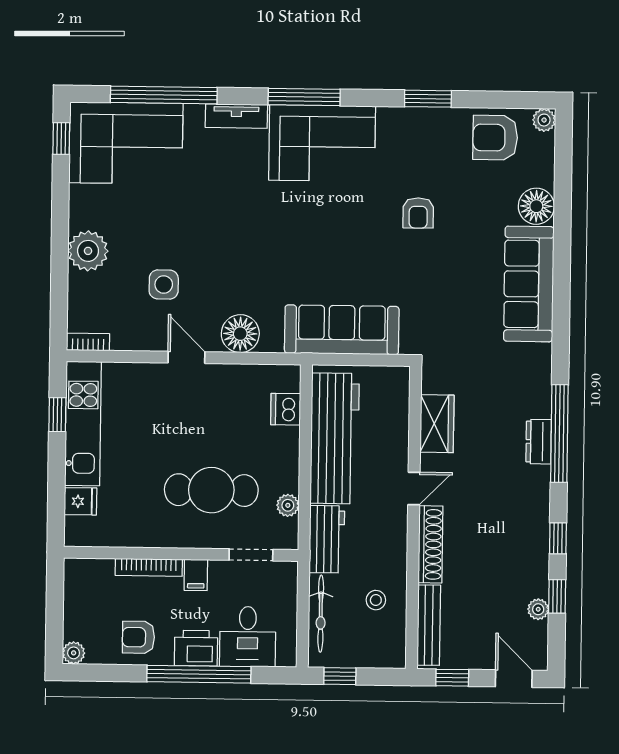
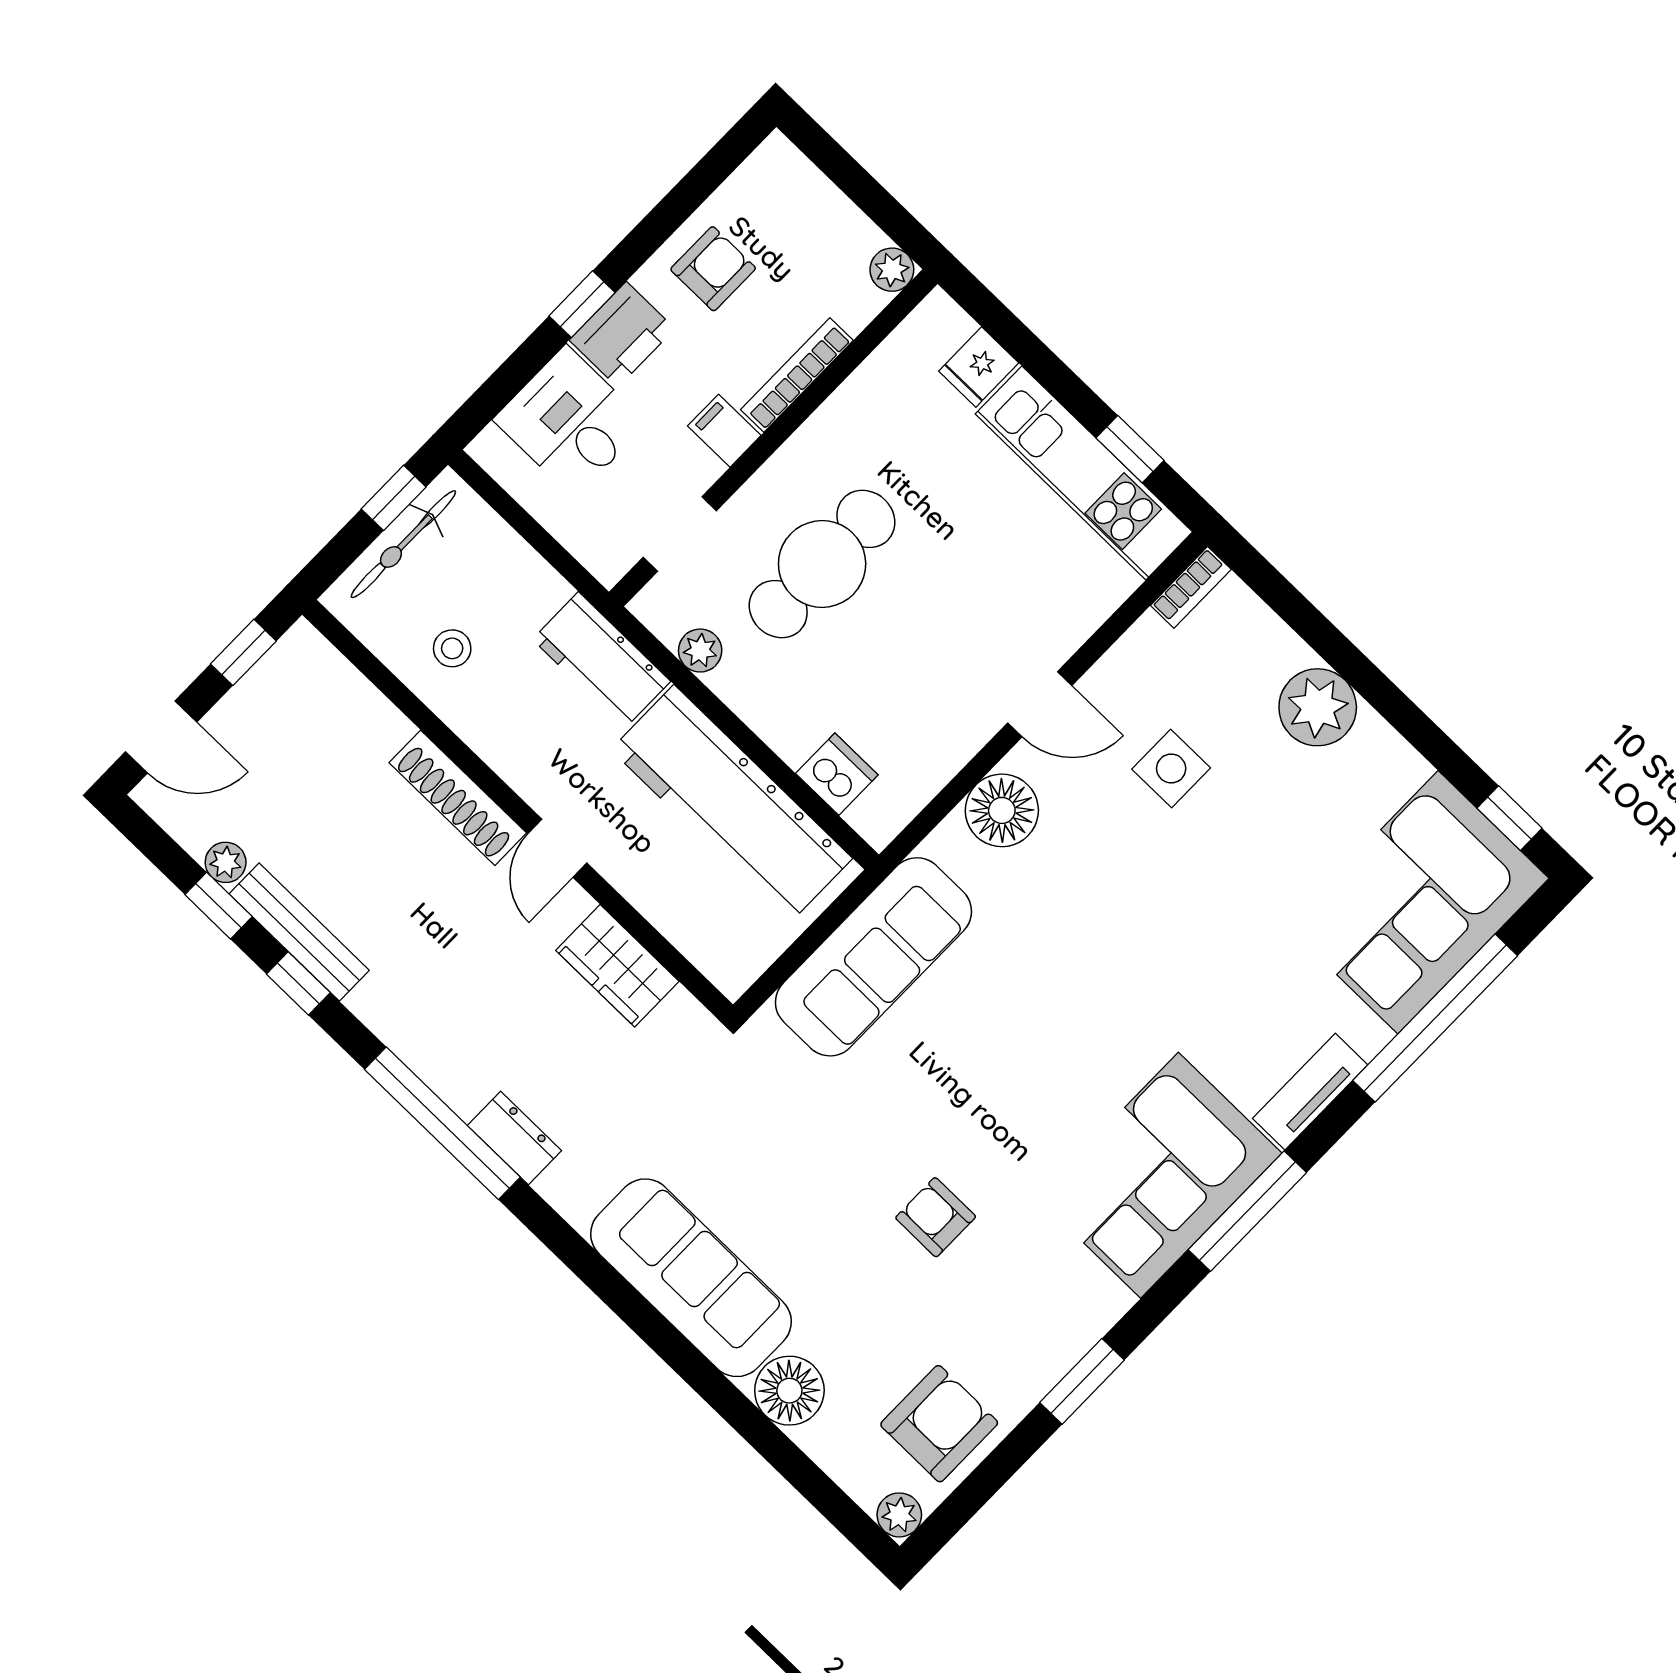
dresser: (539, 442) -> (514, 1138), moved
bicycle: (321, 614) -> (403, 544), moved, turned -90
bench: (429, 625) -> (299, 932), moved
plant: (74, 653) -> (892, 270), moved
window: (199, 674) -> (582, 304), width x0.32

